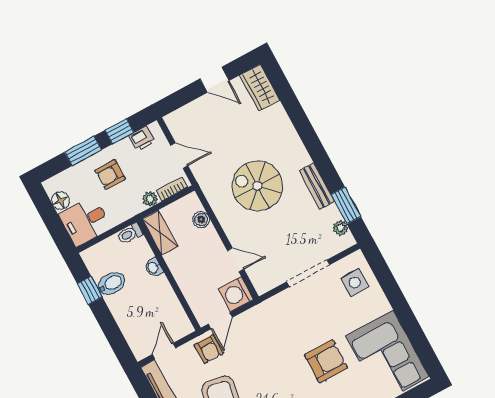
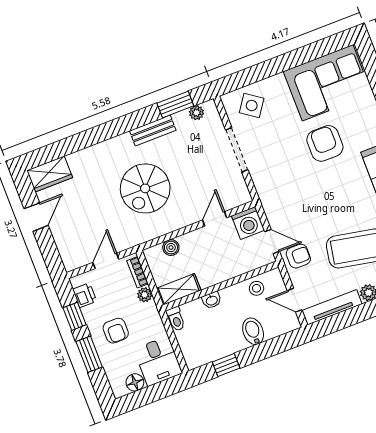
side table: (355, 283) -> (252, 105), turned 35
bidet: (111, 284) -> (253, 331), moved
stool: (171, 311) -> (257, 288), added

